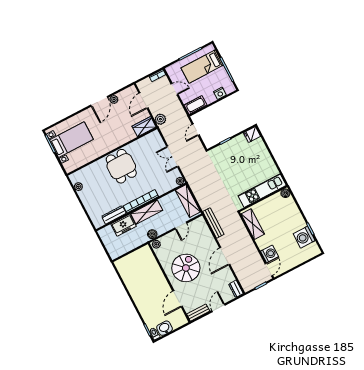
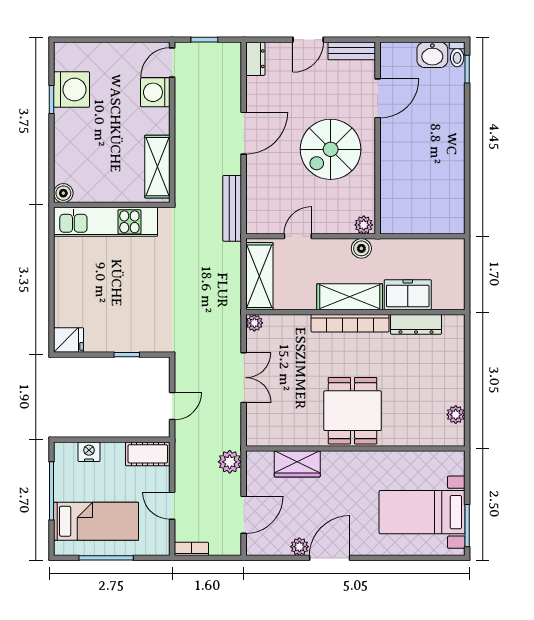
wardrobe: (144, 127) -> (297, 464), moved

